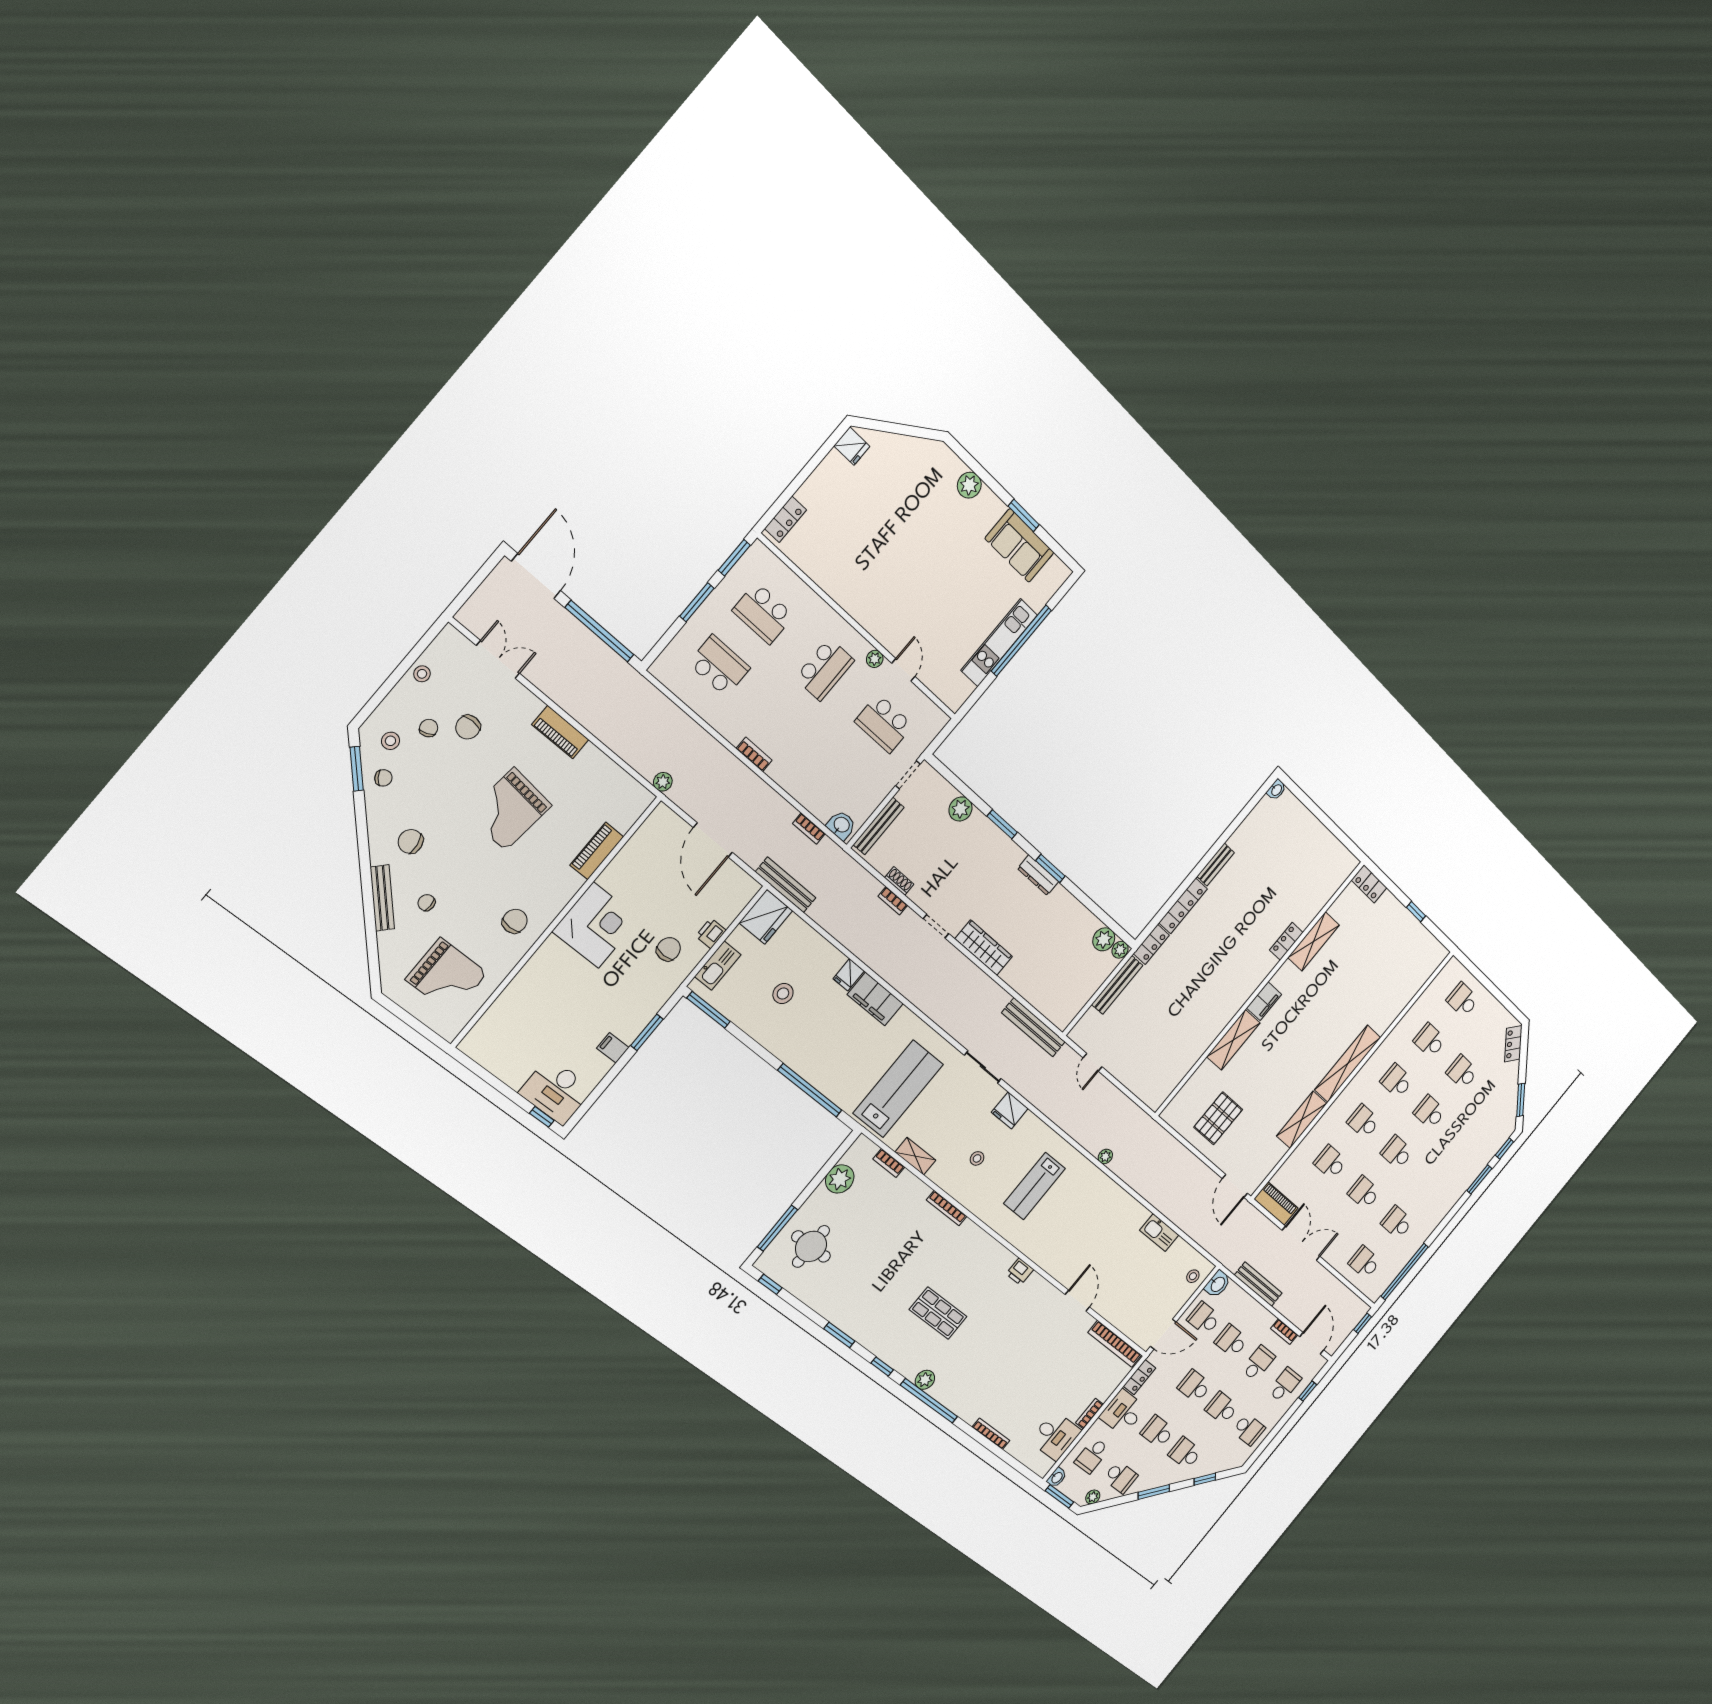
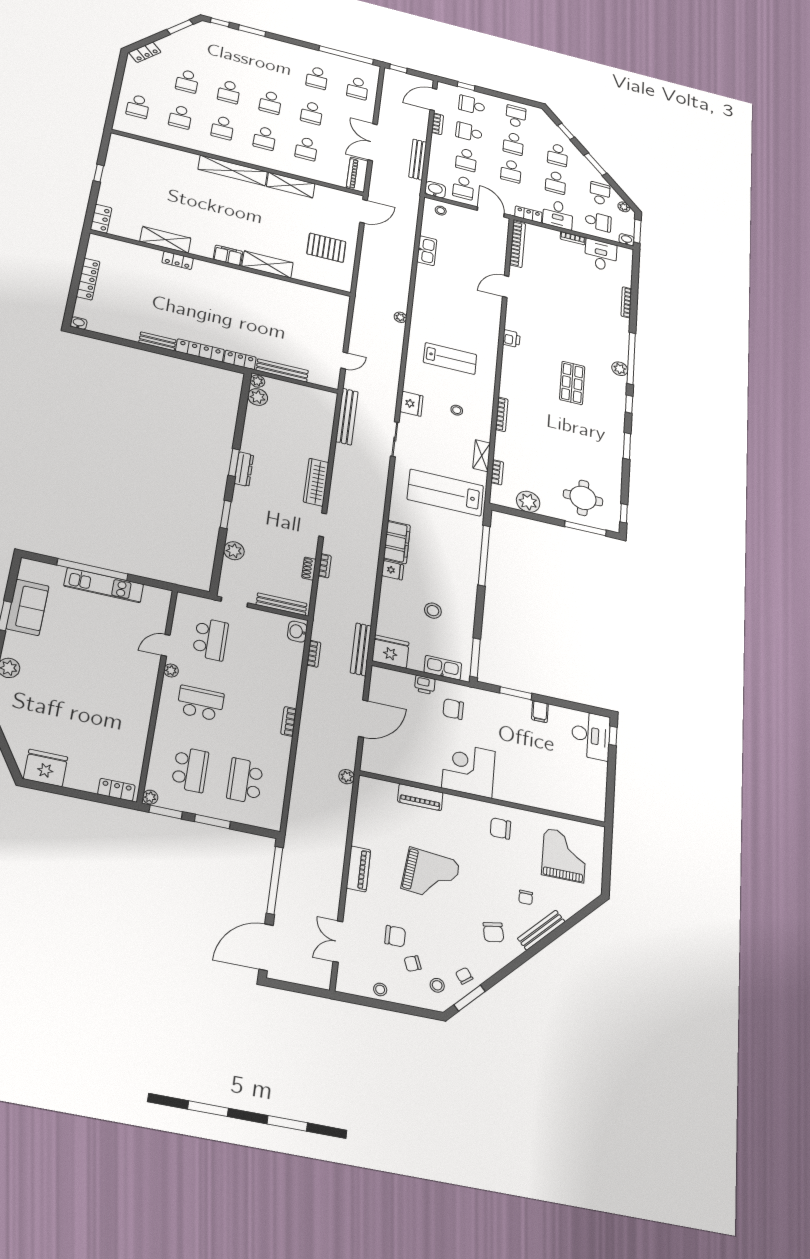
fridge: (852, 446) -> (46, 768), width x1.88, depth x1.34
plant: (758, 551) -> (150, 797), added
locker: (1316, 830) -> (88, 279), added

